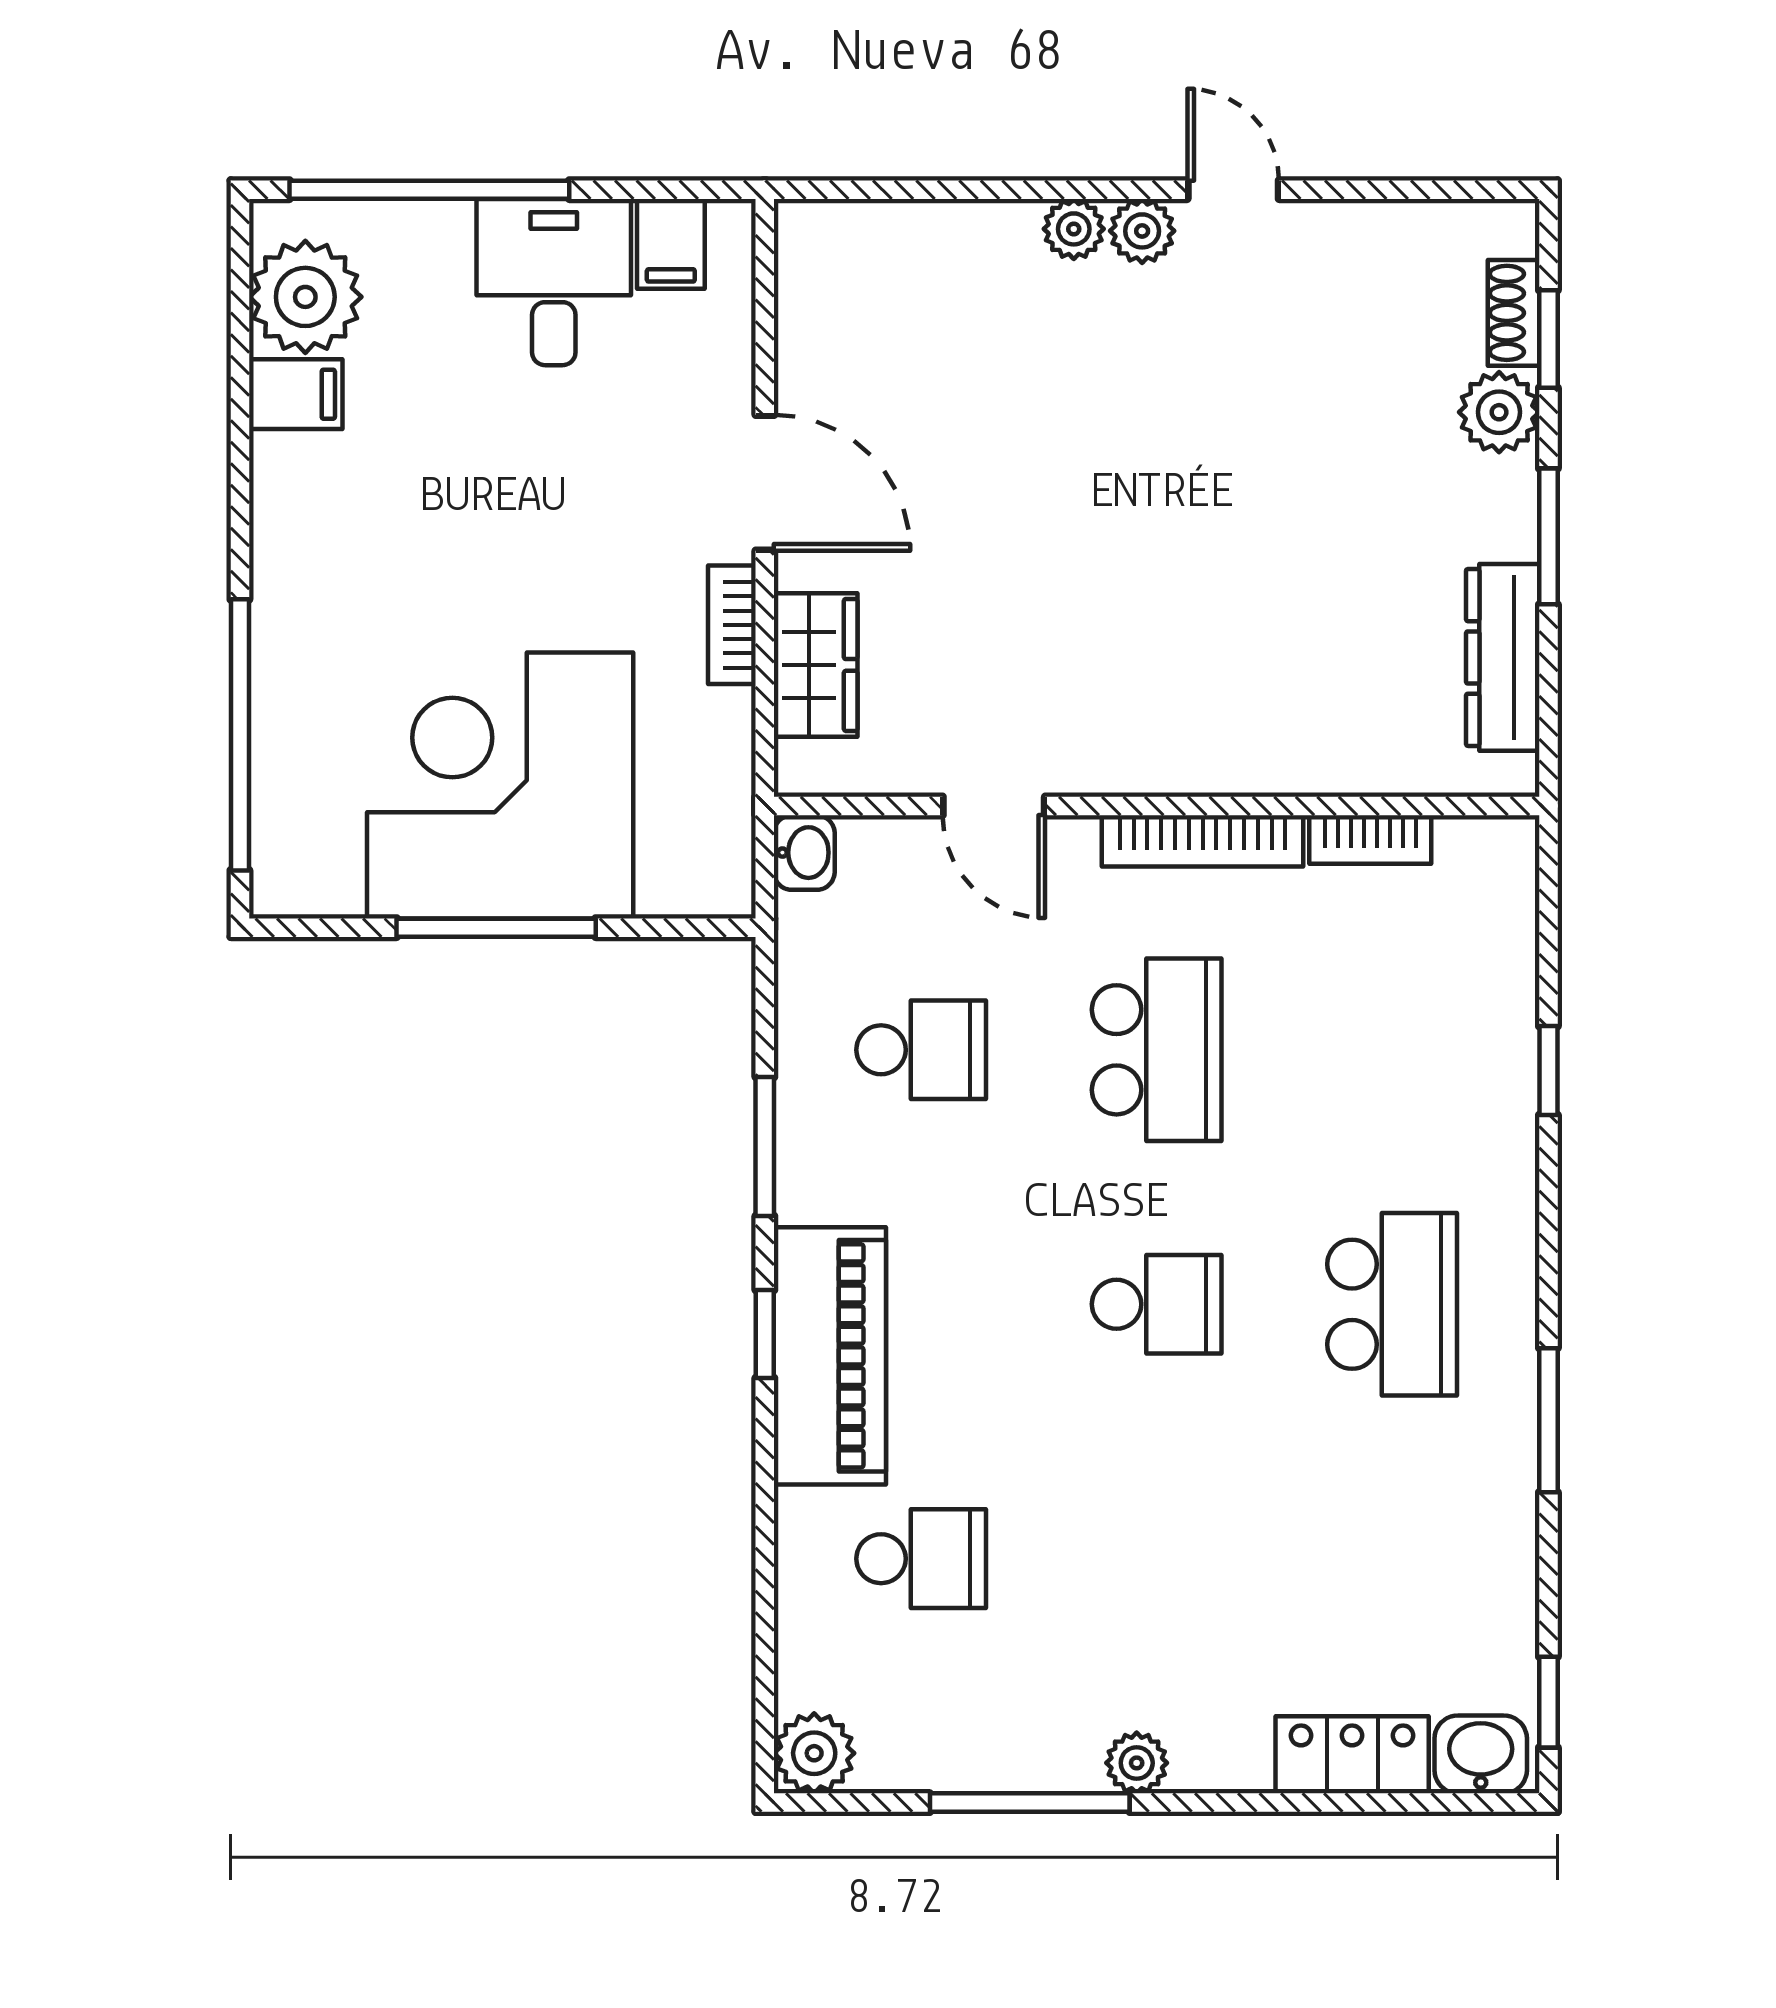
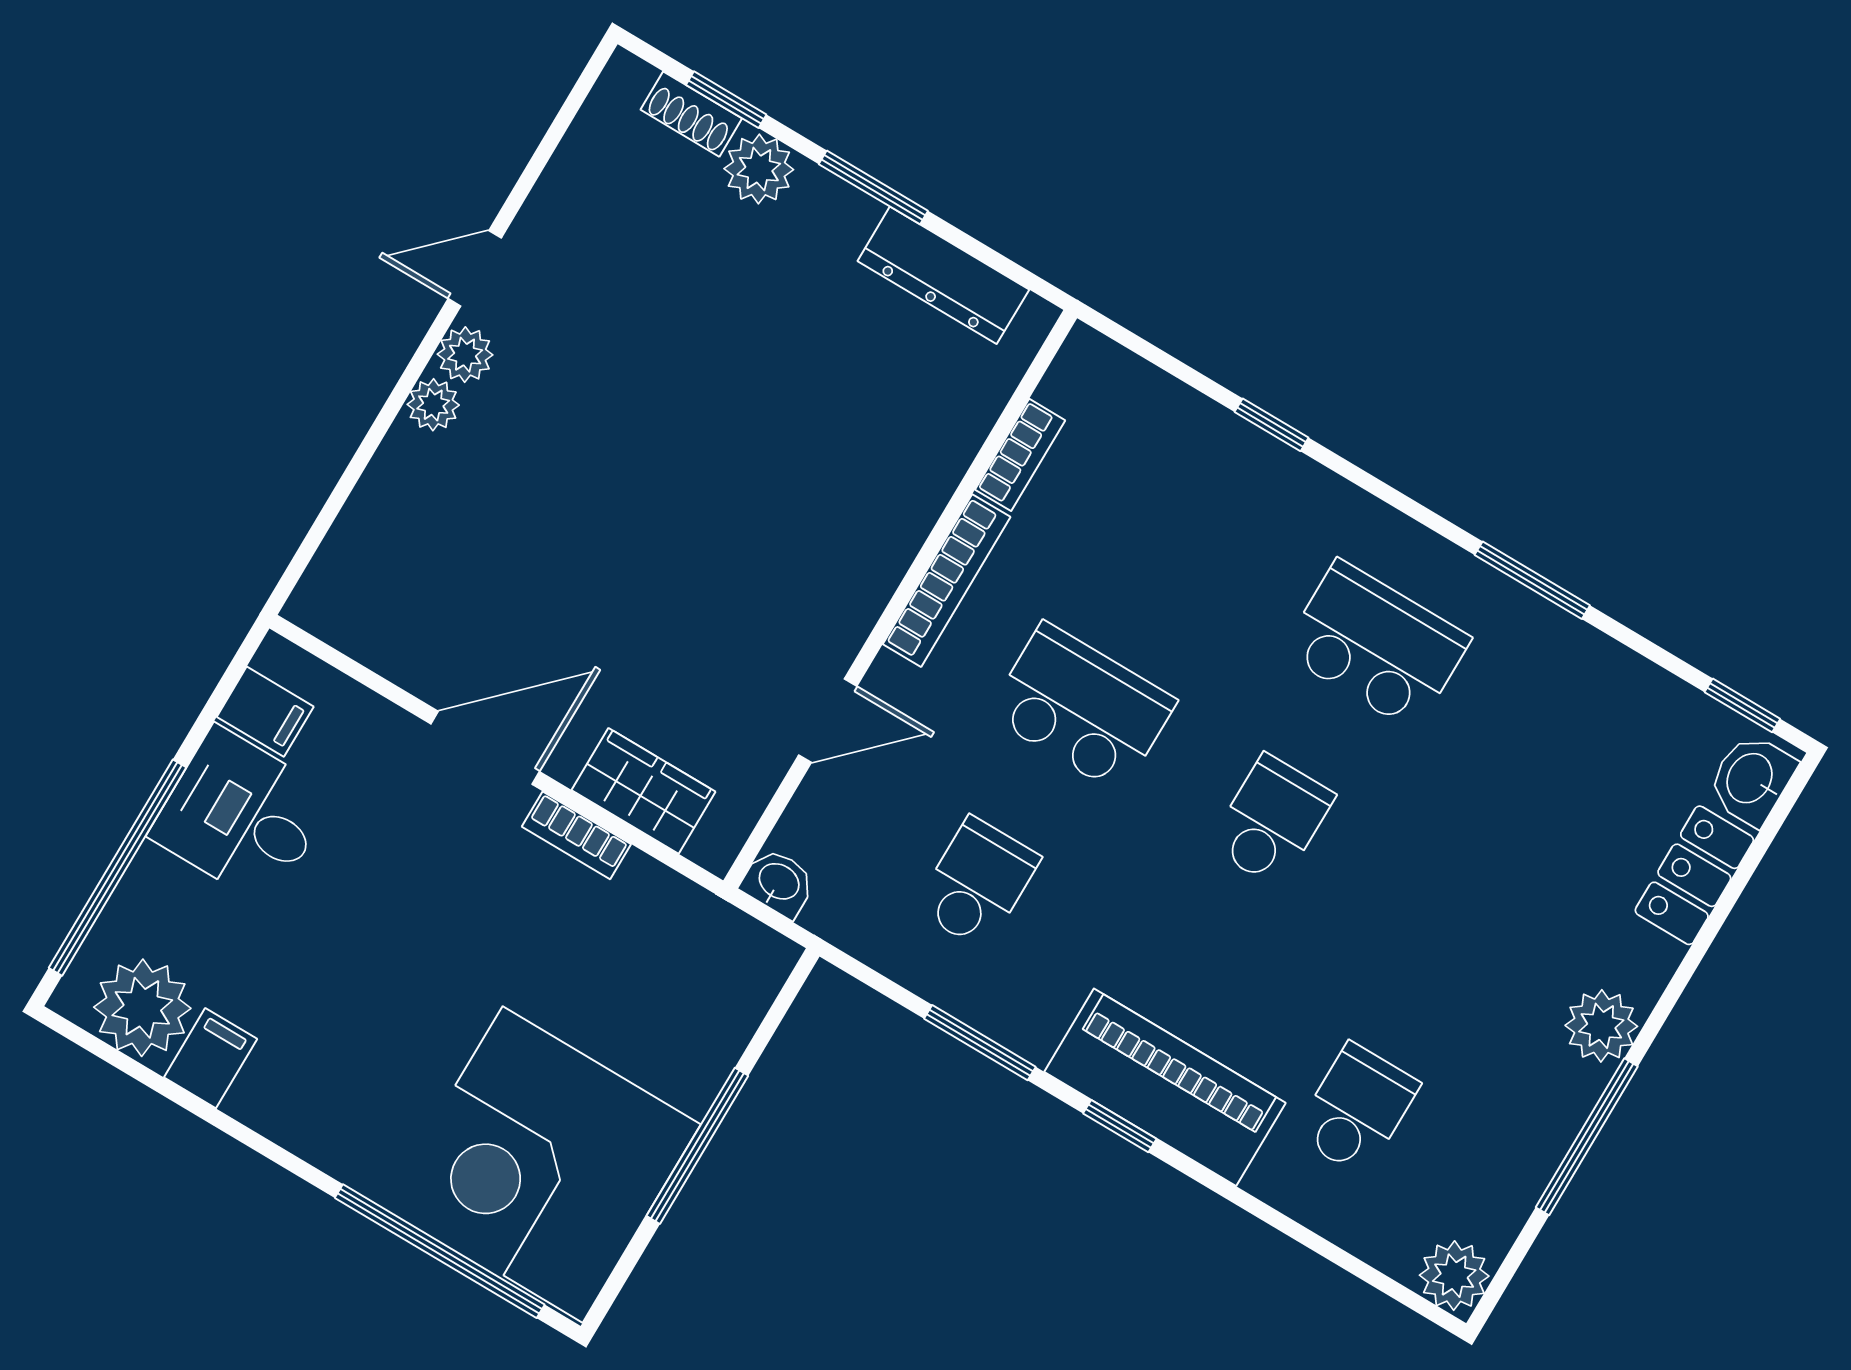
corner desk: (500, 785) -> (543, 1164), moved
plant: (1137, 1763) -> (1601, 1026), width x1.38, depth x1.38

